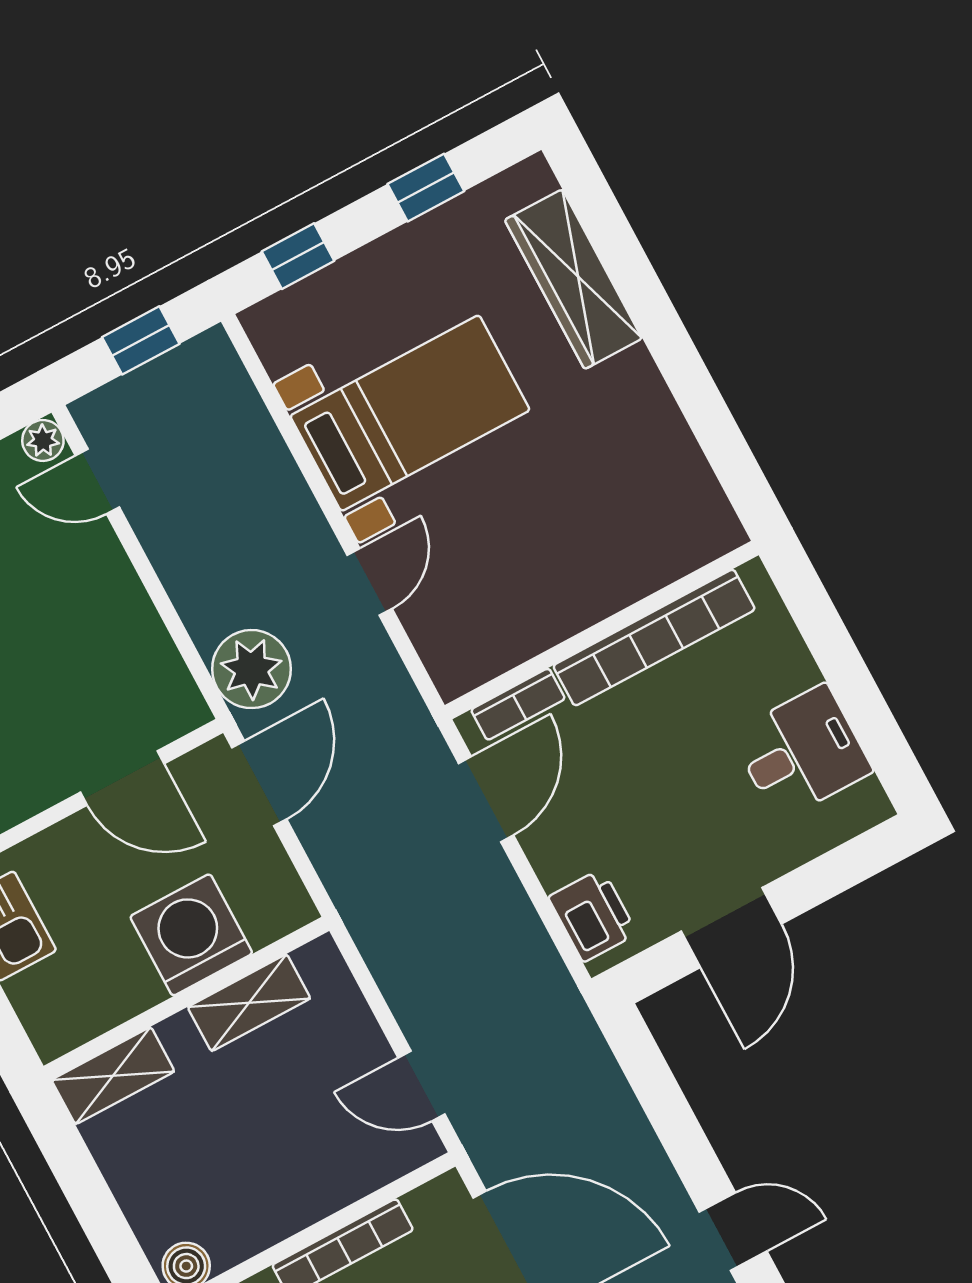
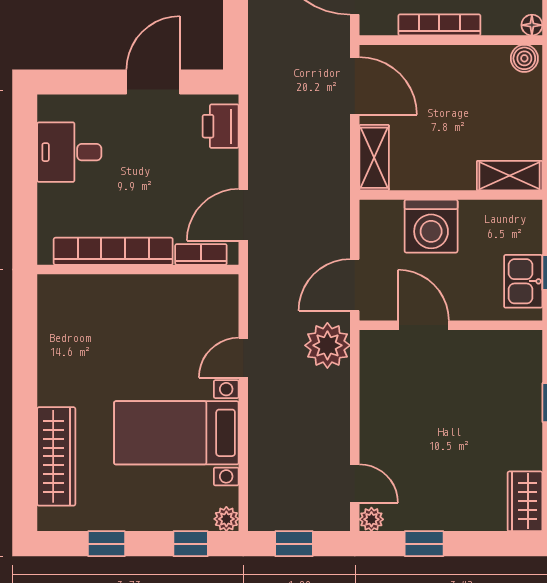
plant: (264, 323) -> (226, 519), added
shelving: (249, 1003) -> (374, 158), moved, turned 90
door: (421, 1086) -> (355, 86), width x1.38

